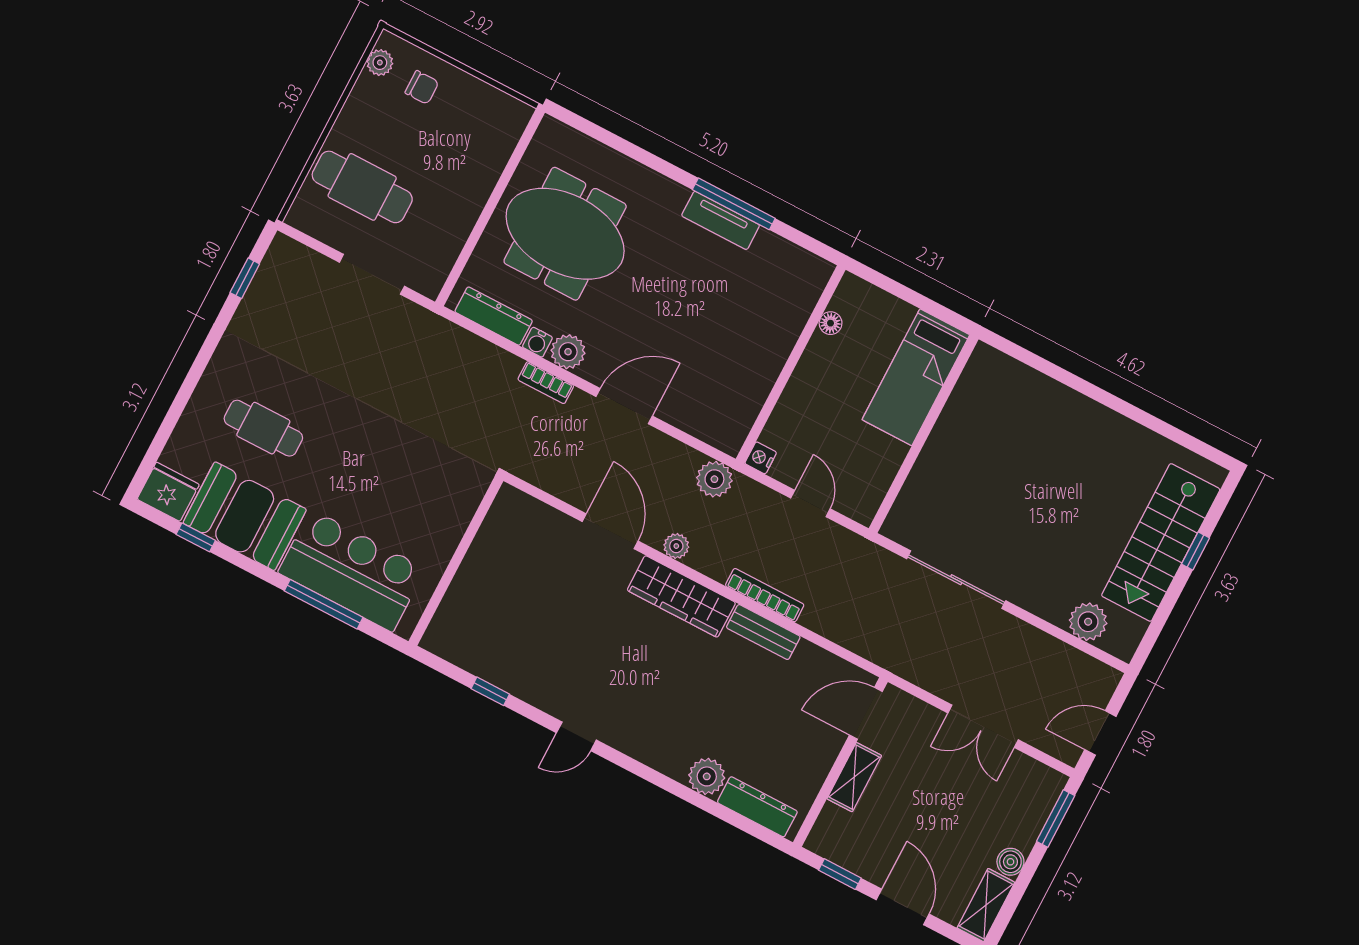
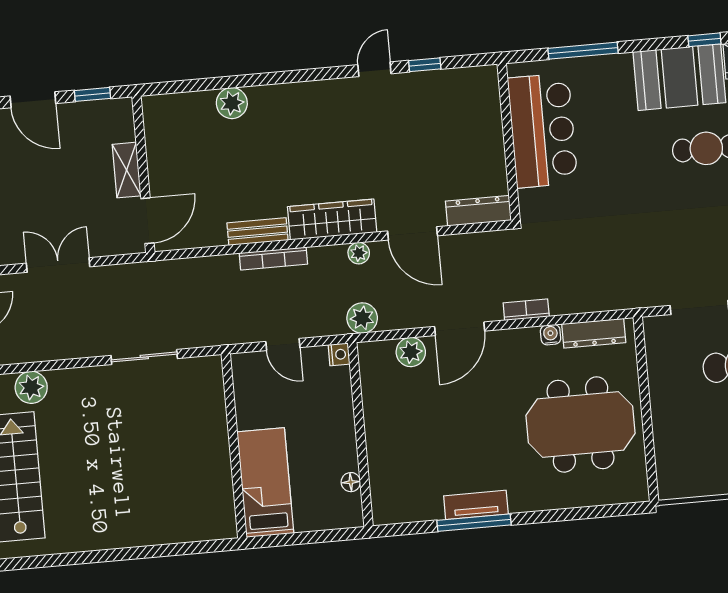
plant: (568, 352) -> (411, 352), moved
bar counter: (352, 571) -> (543, 131), moved, turned -90
sliding door: (956, 580) -> (144, 357), width x0.73
door: (576, 736) -> (374, 69), moved
dresser: (757, 807) -> (478, 211), moved, turned 180

